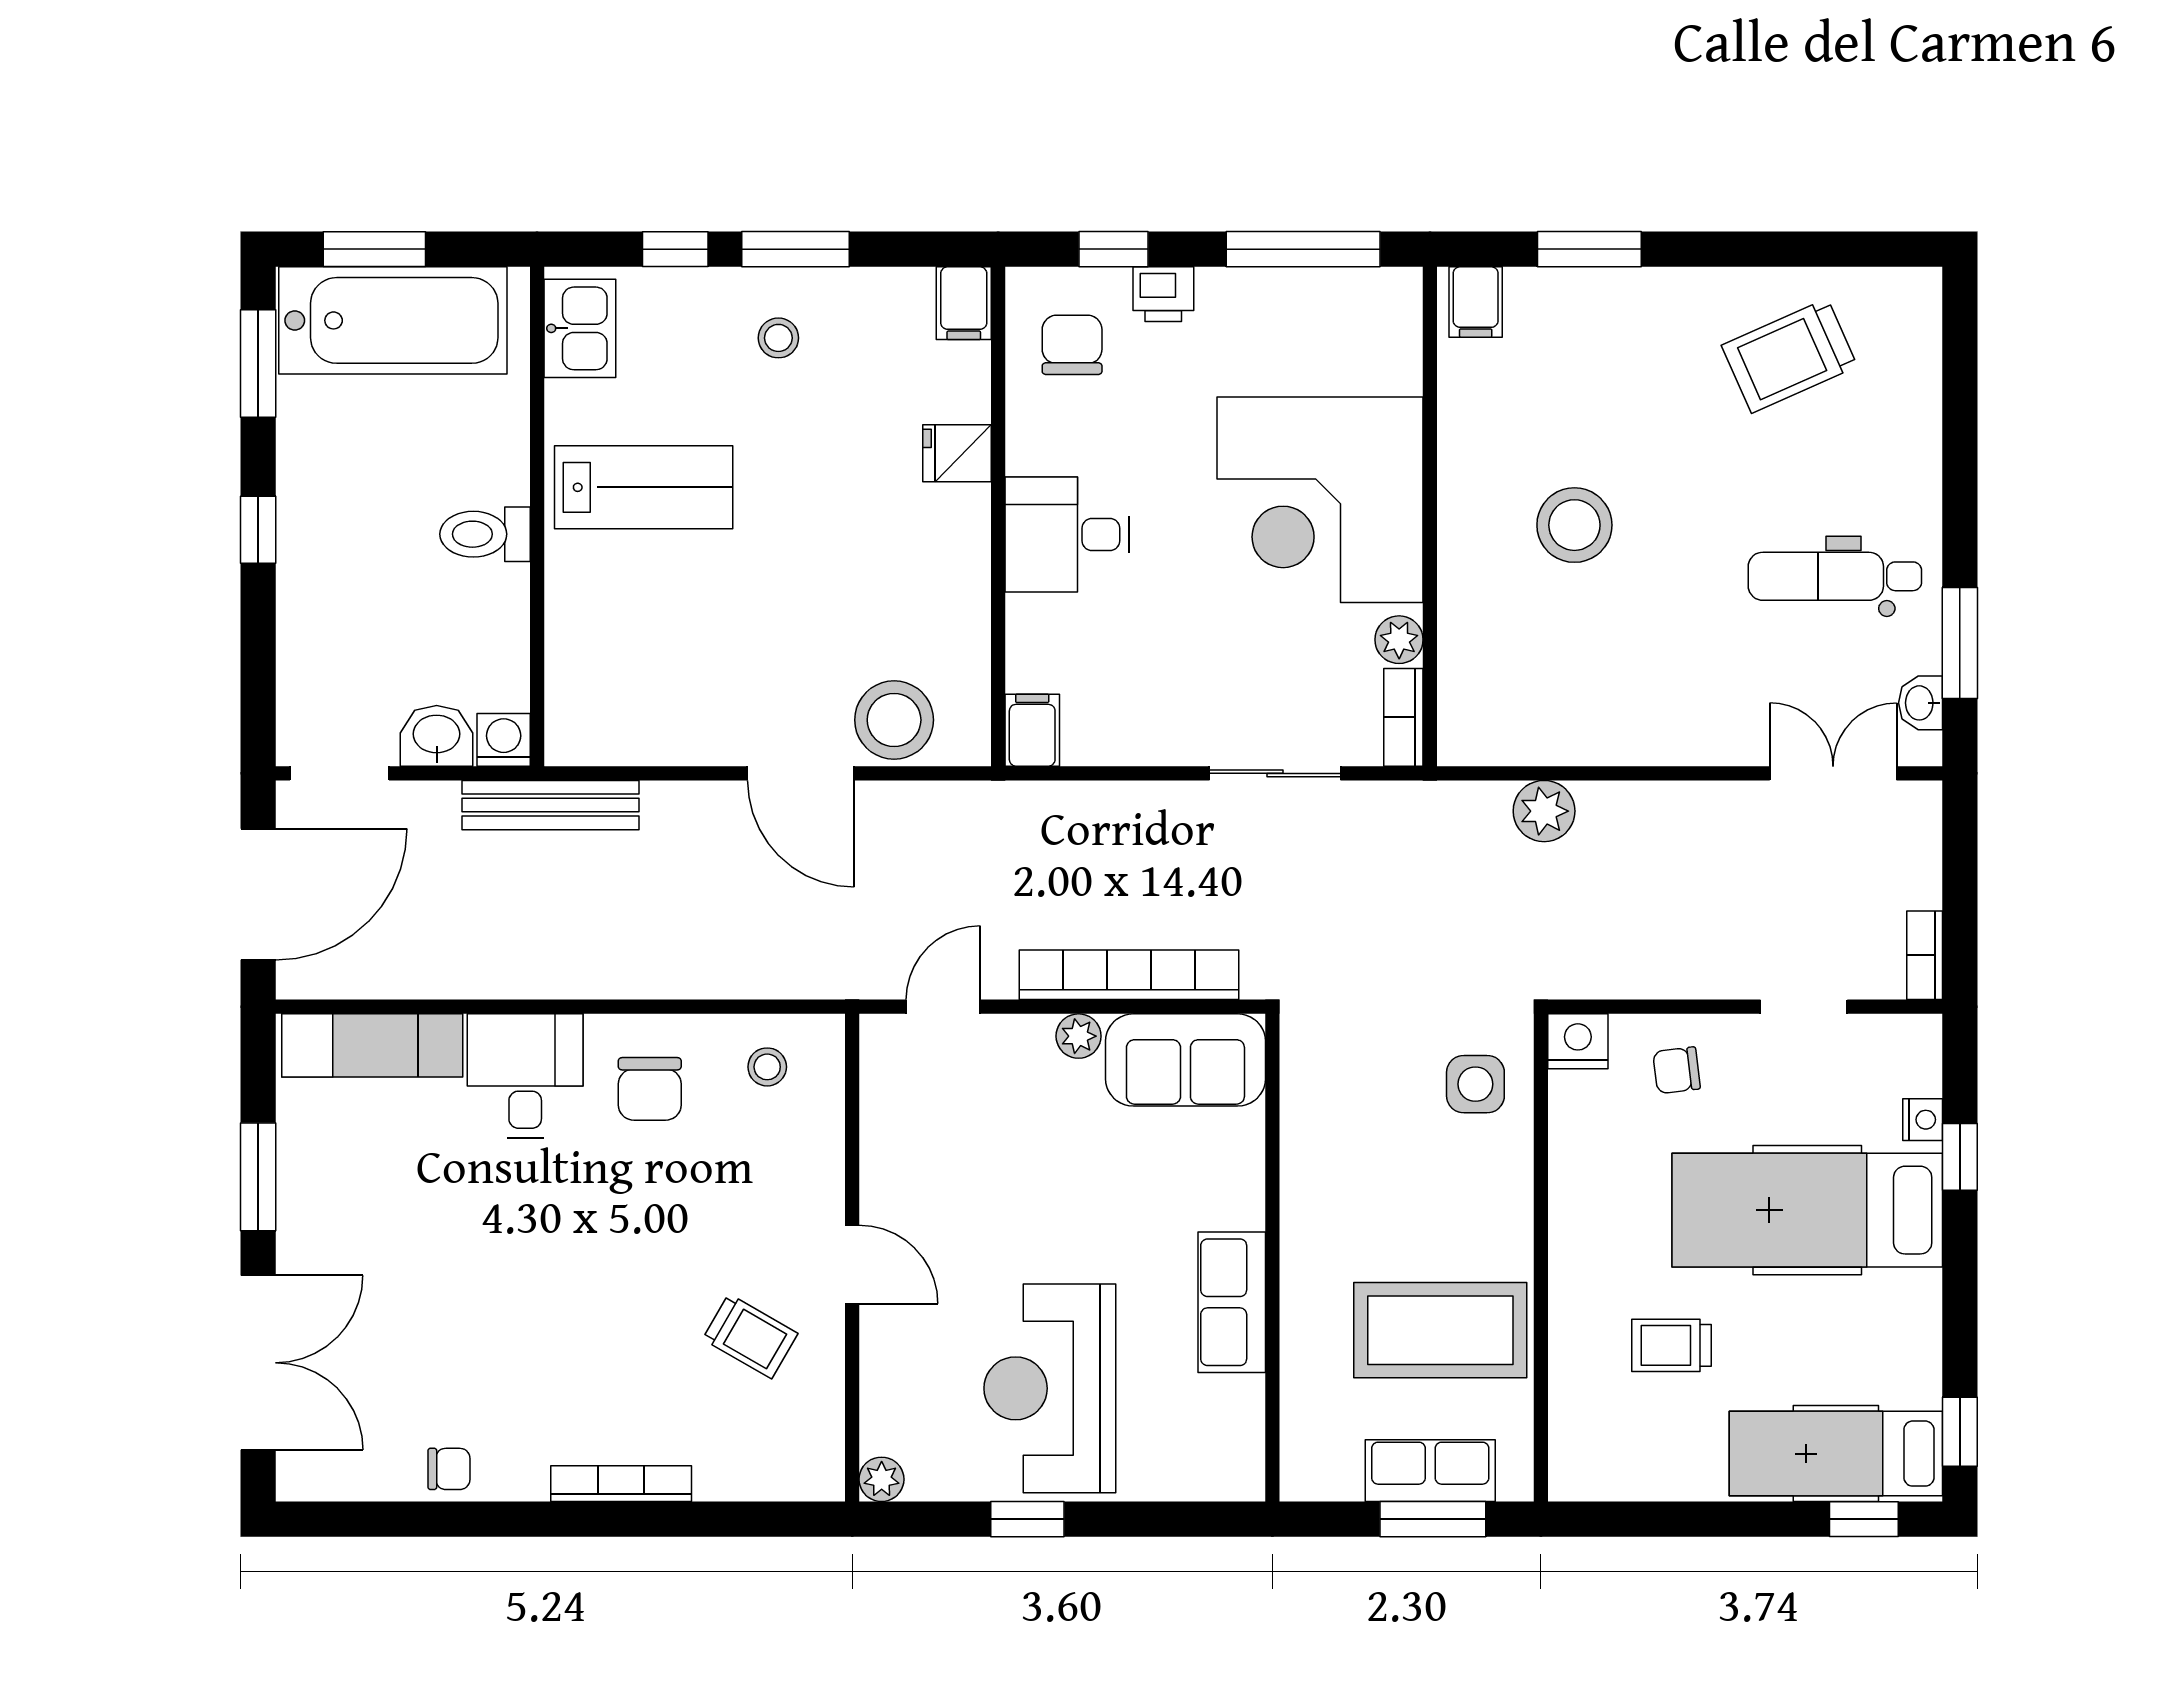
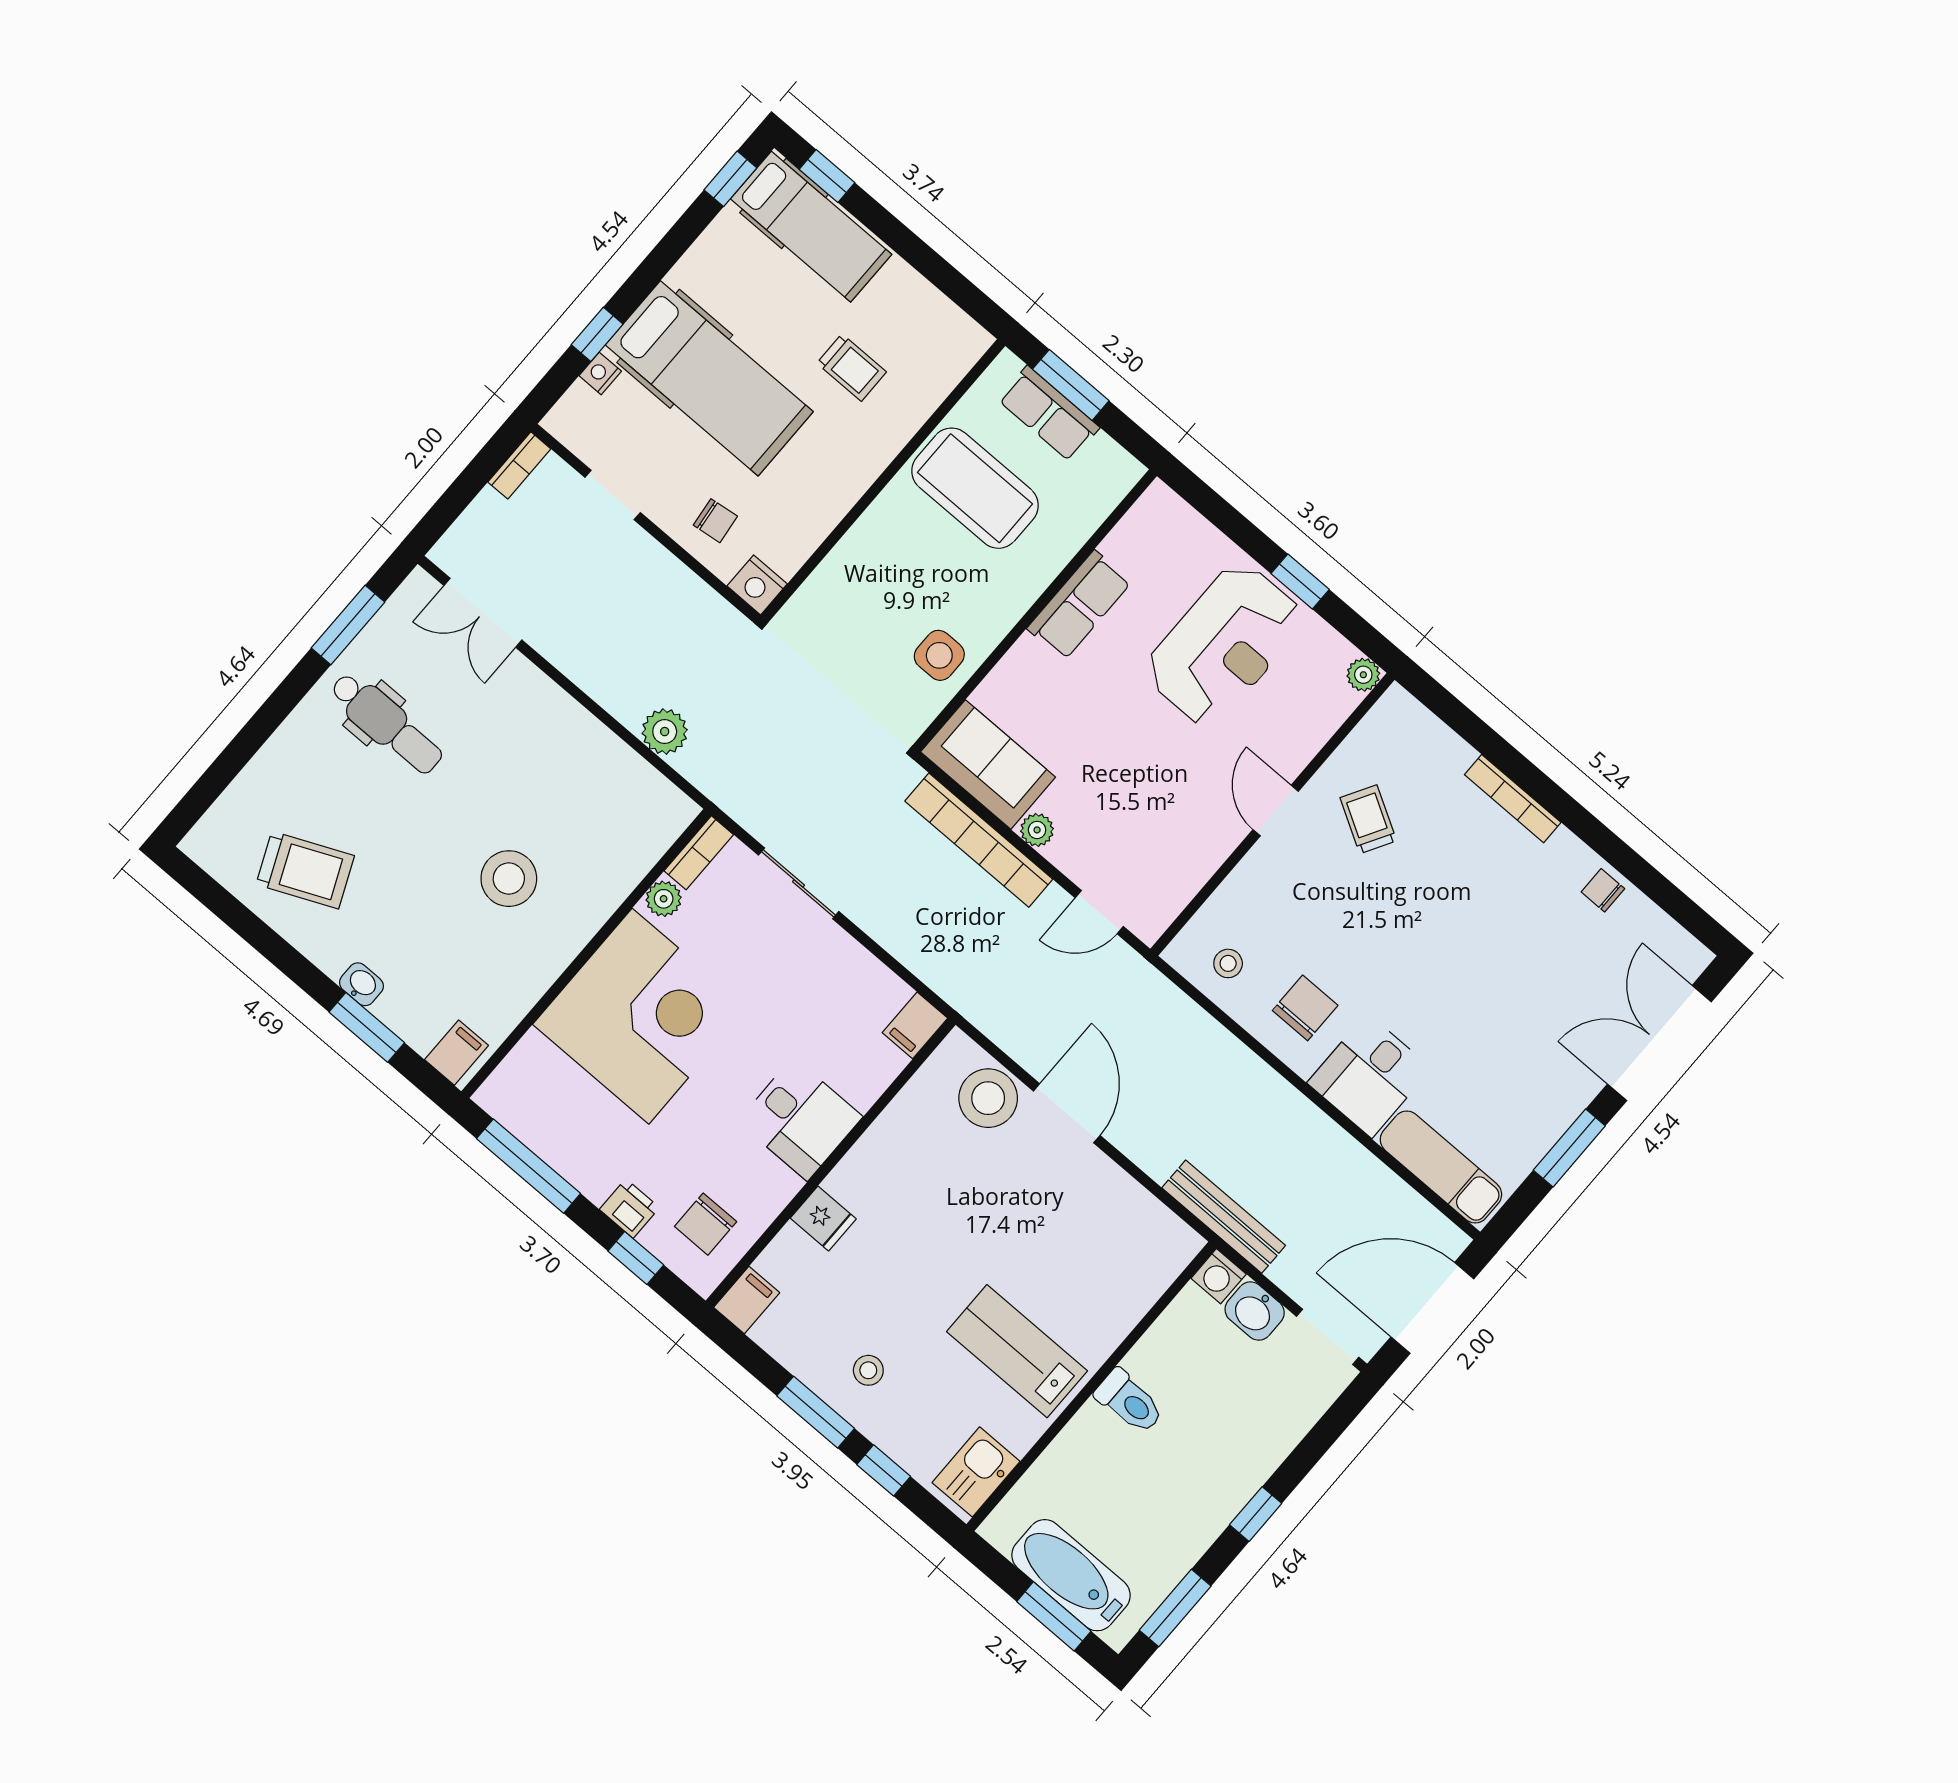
bathtub: (393, 320) -> (1071, 1575), width x0.73, depth x0.73
washbasin: (1921, 703) -> (361, 984), moved, turned -90
side table: (1475, 1084) -> (939, 655), moved

